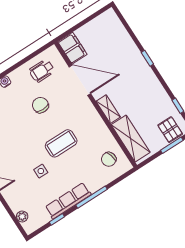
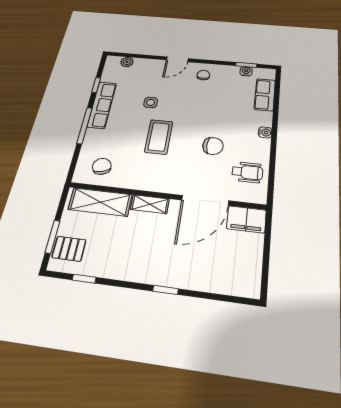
wheelchair: (42, 71) -> (247, 172), turned 90

